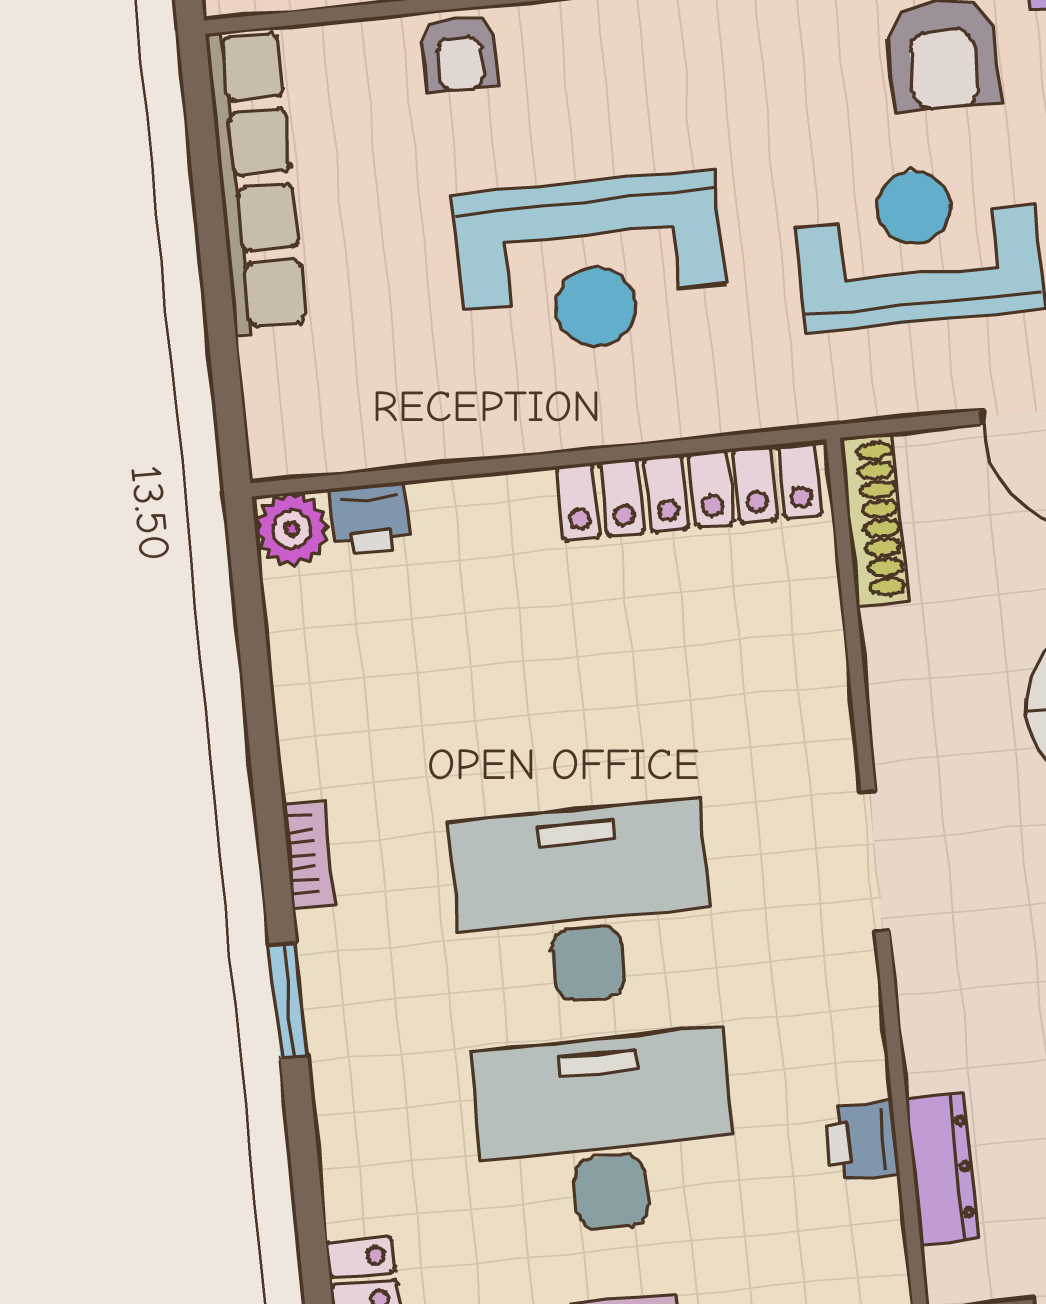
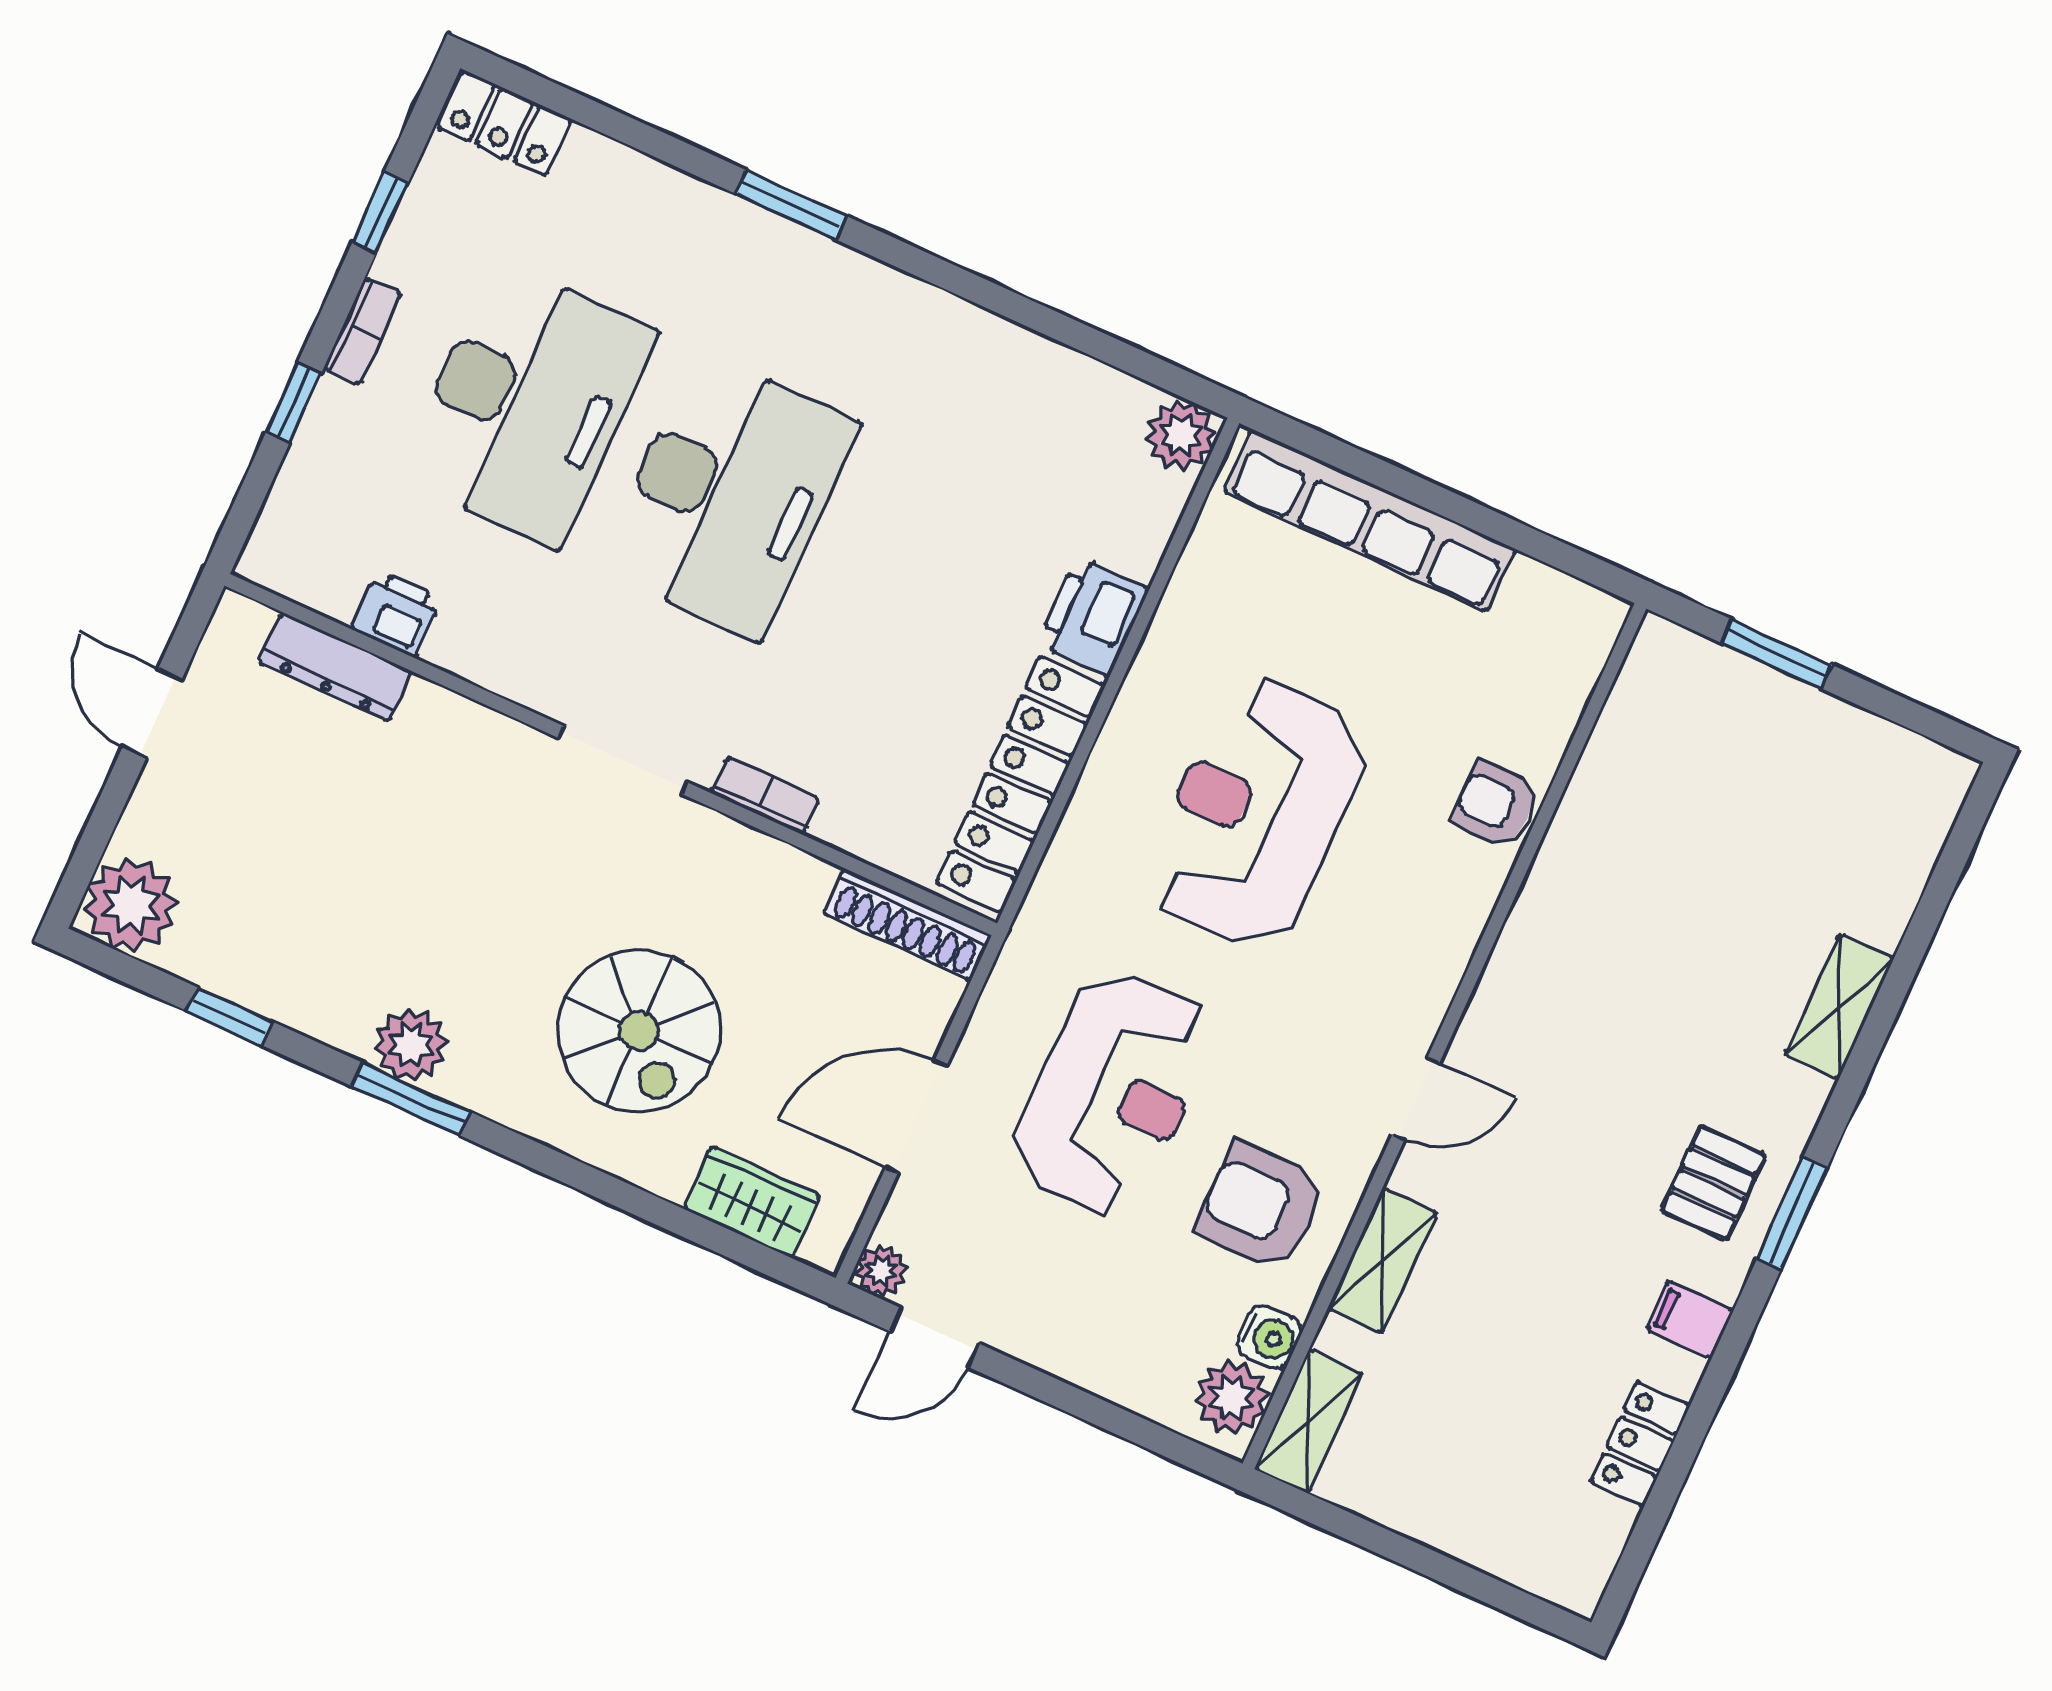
row of seats: (256, 181) -> (1369, 520), moved
printer: (370, 519) -> (1093, 617), moved, width x1.36, depth x1.24
bookcase: (308, 854) -> (766, 796), moved, turned 180

